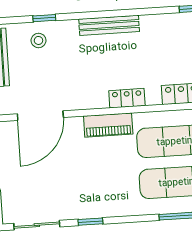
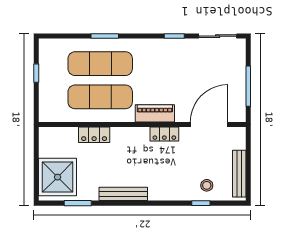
bench: (109, 25) -> (123, 194), moved
locker: (127, 98) -> (164, 134), moved

